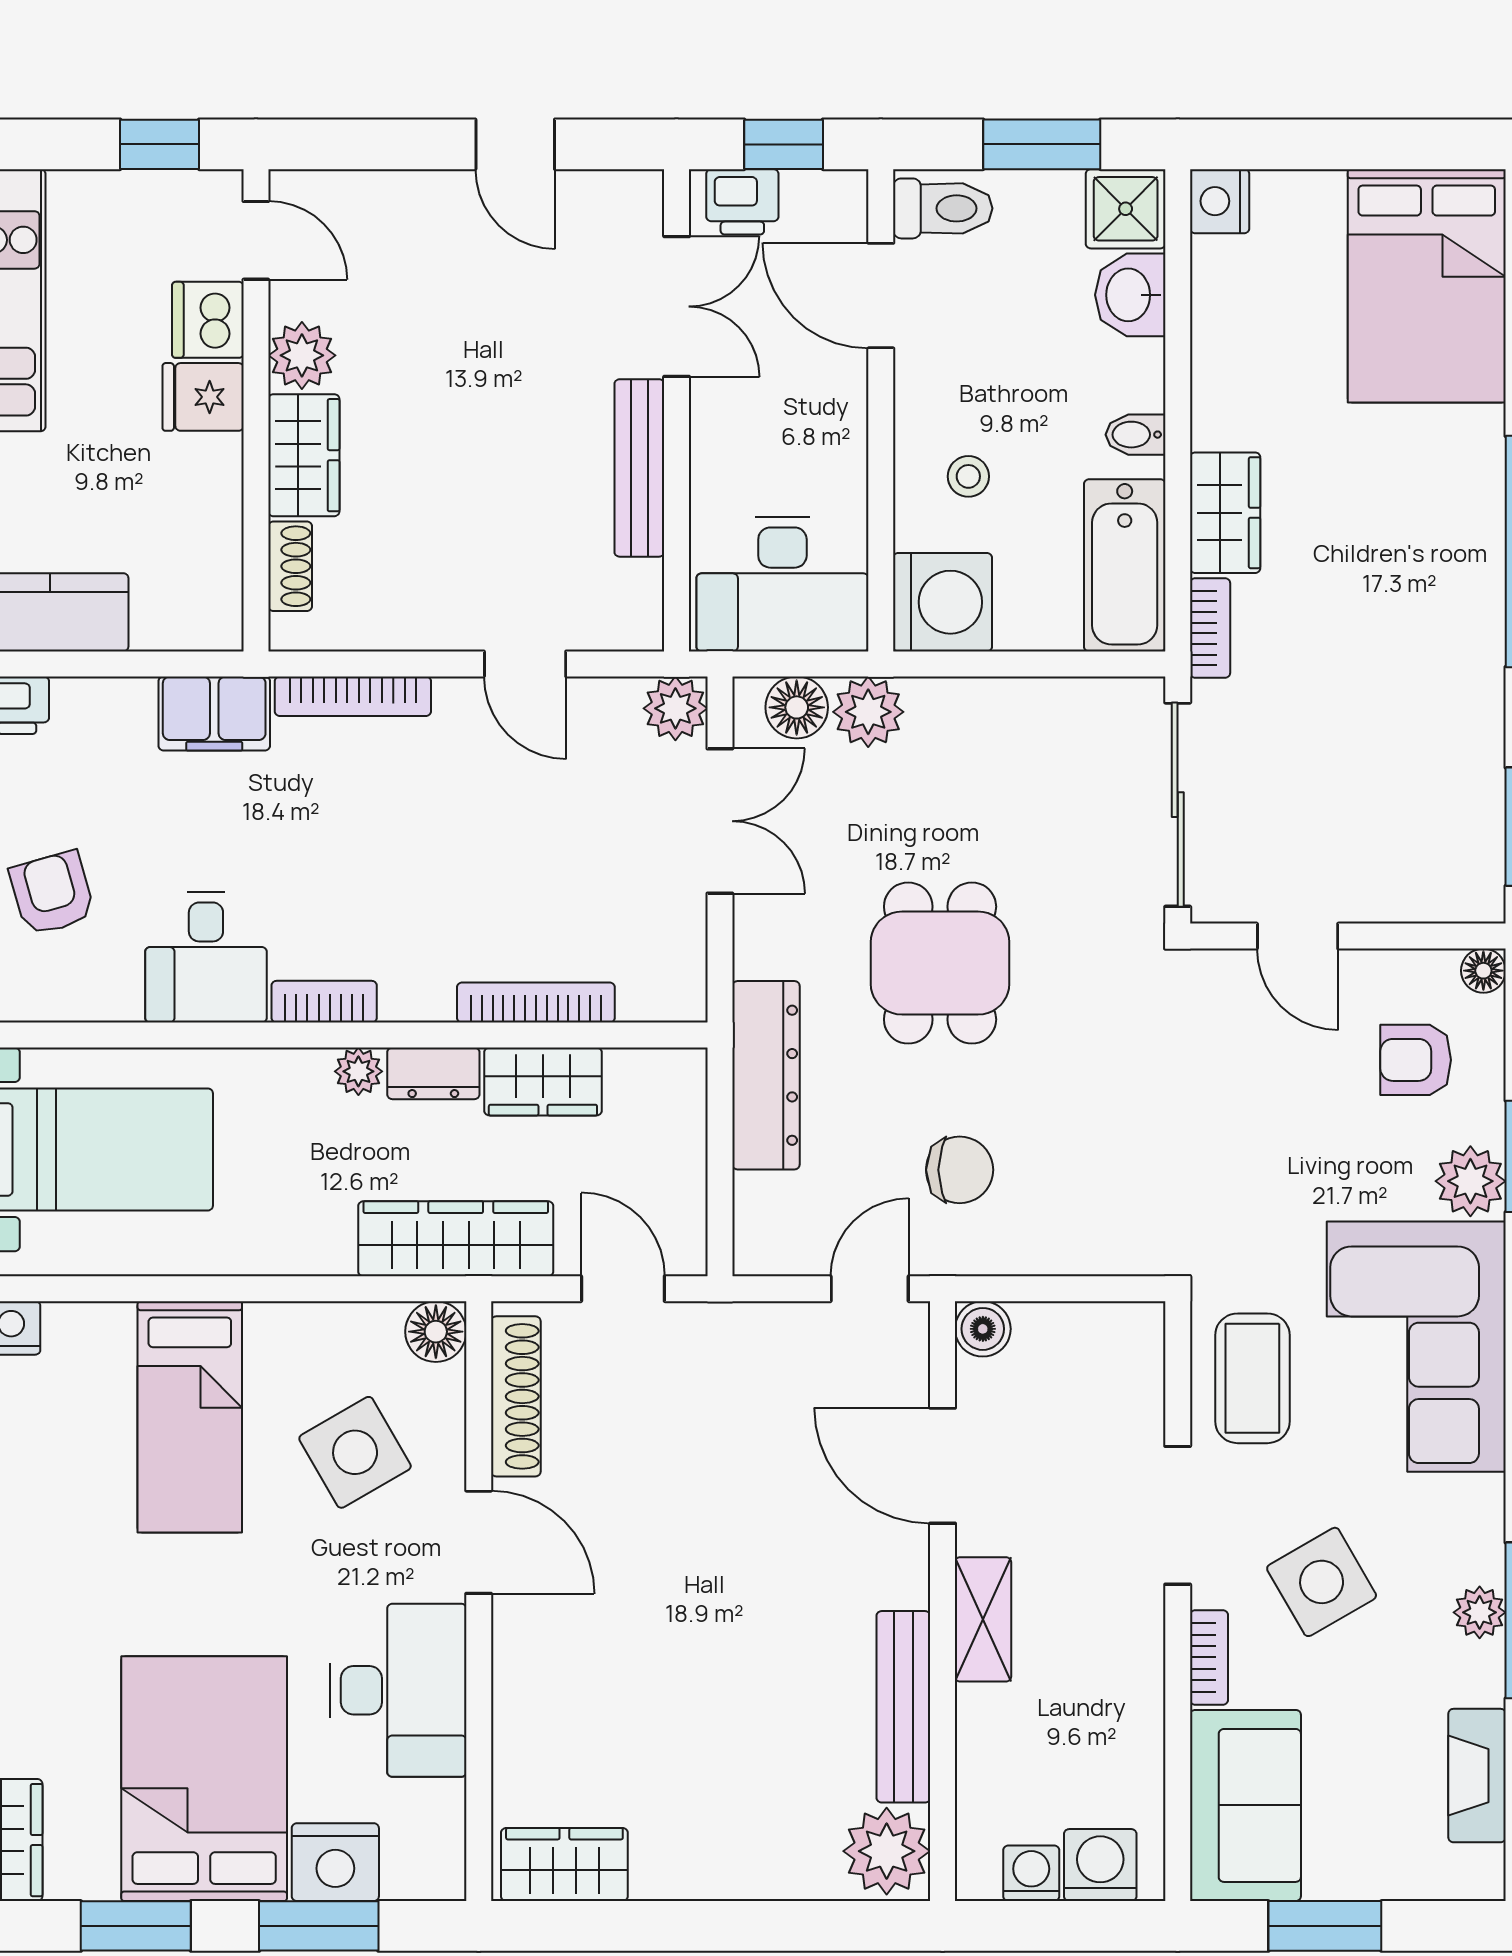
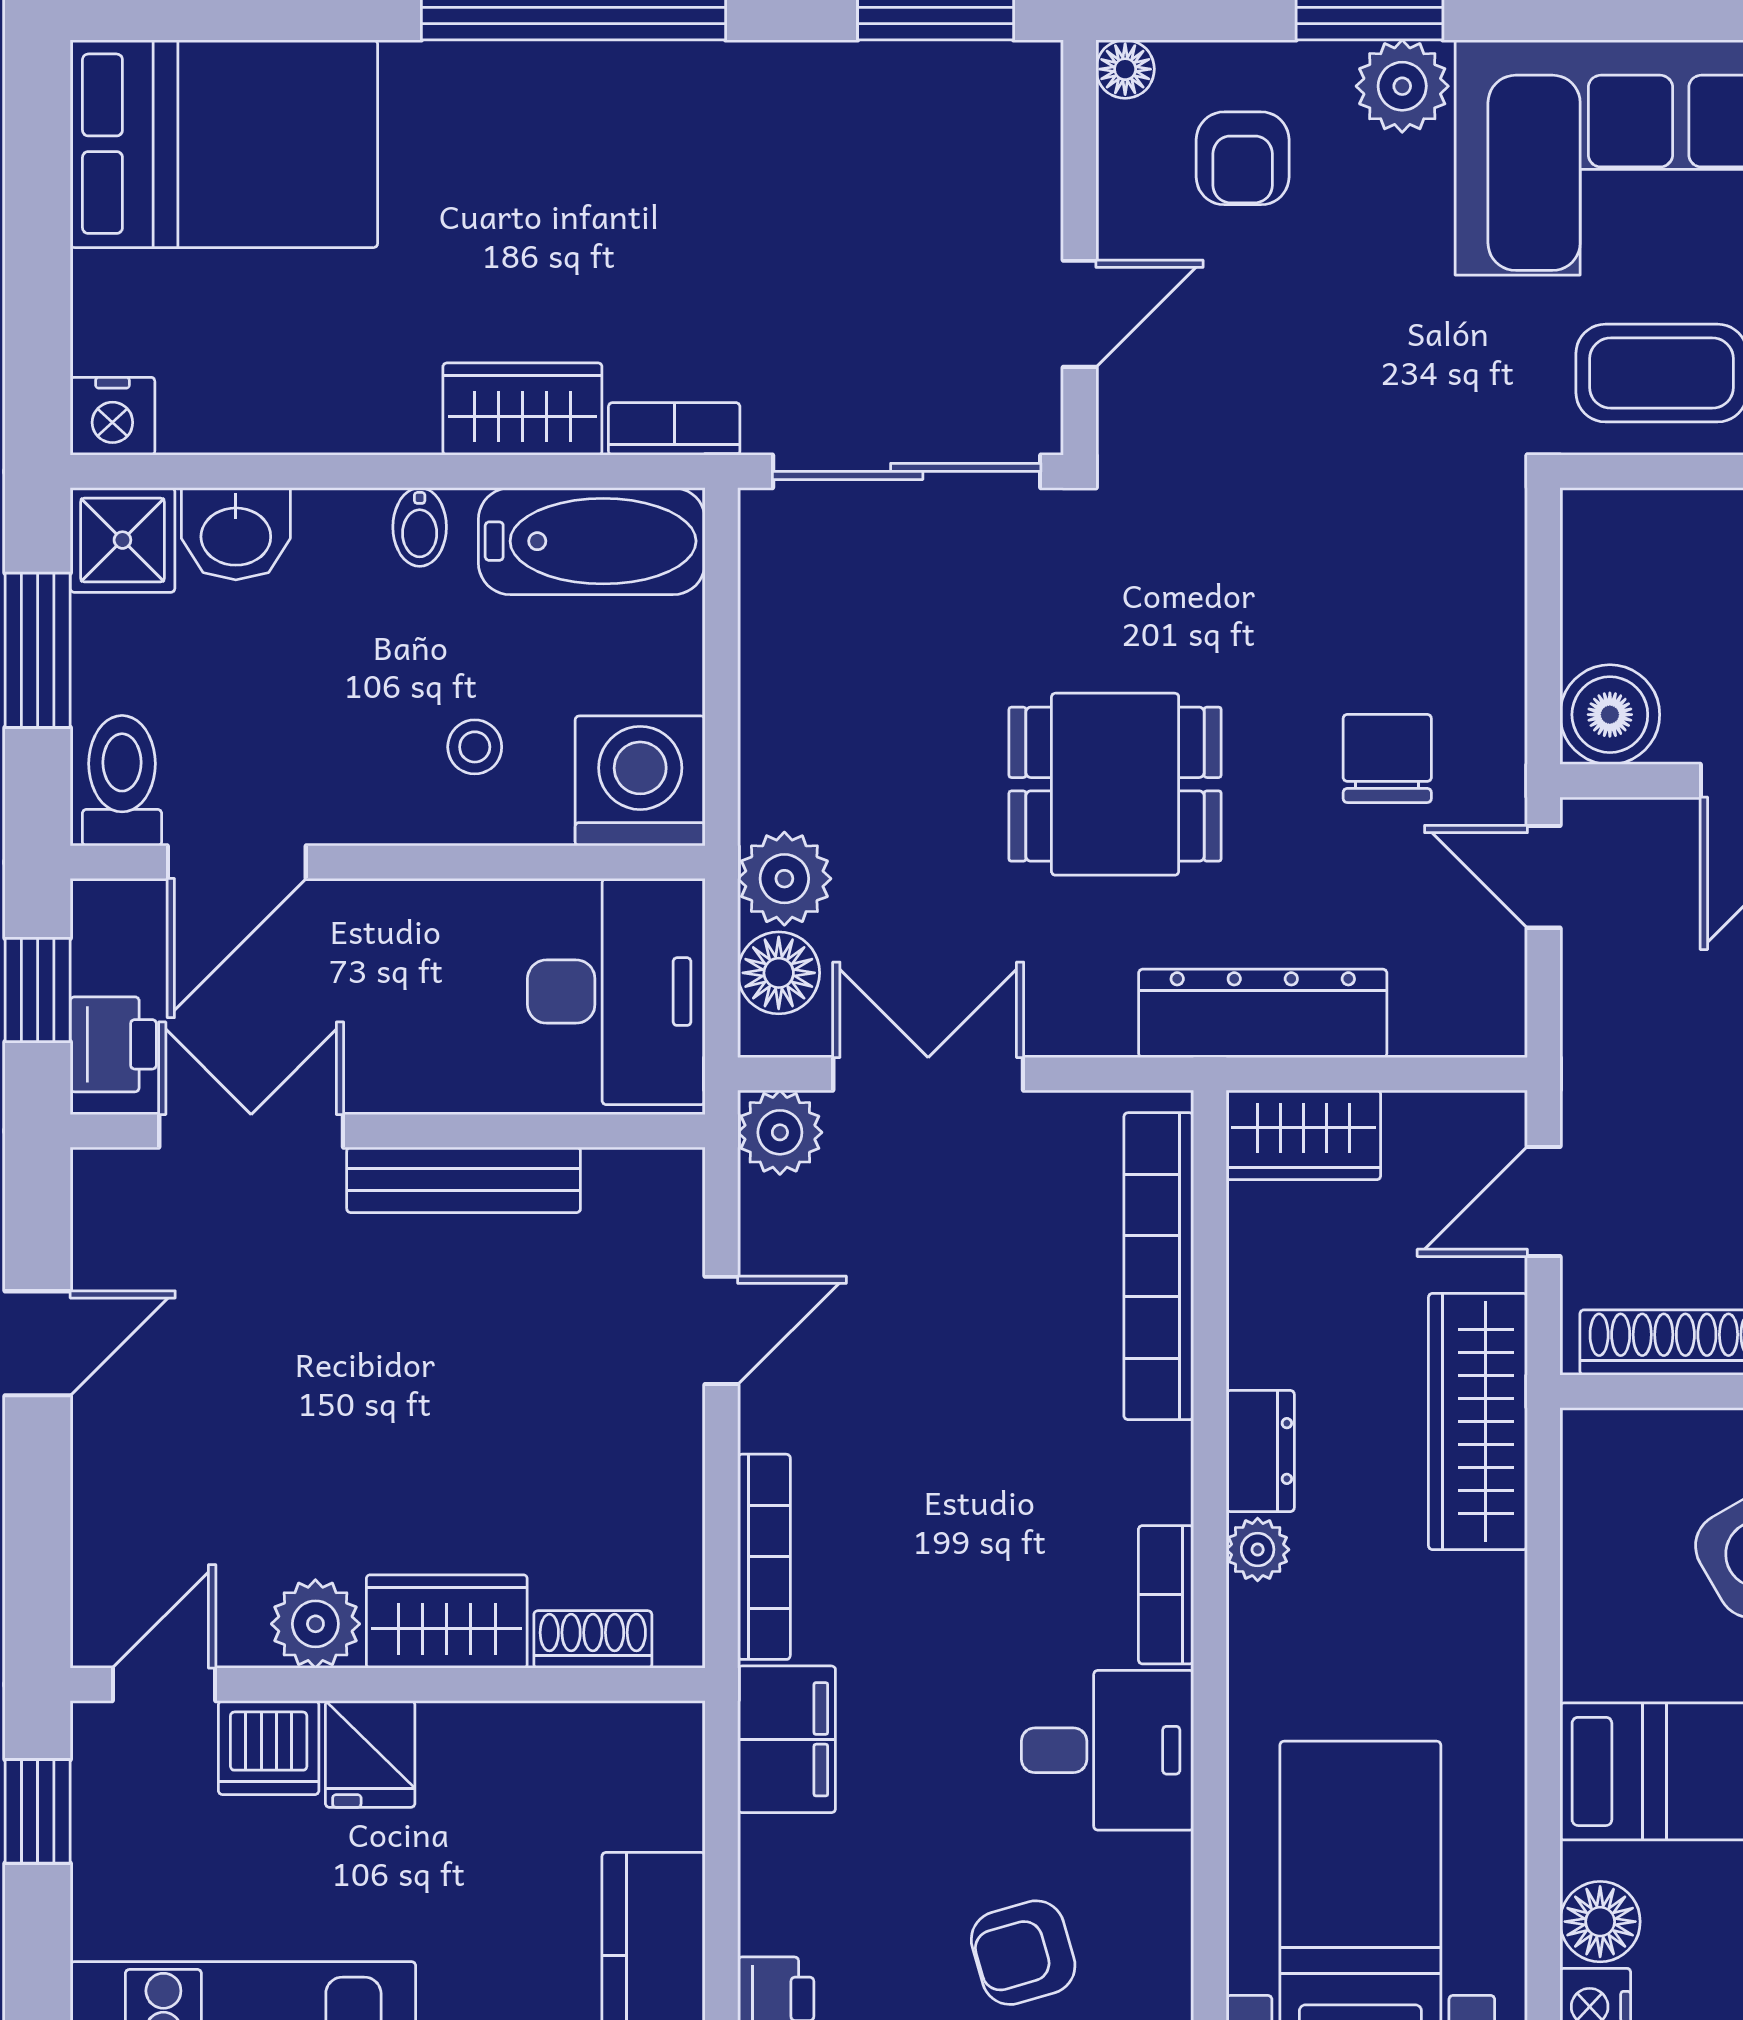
bookcase: (536, 1003) -> (1159, 1266), width x1.48, depth x1.31
wardrobe: (543, 1082) -> (1303, 1135), moved, turned 90
boiler: (983, 1329) -> (1610, 715), width x1.36, depth x1.36
floor lamp: (436, 1332) -> (1600, 1922), moved

